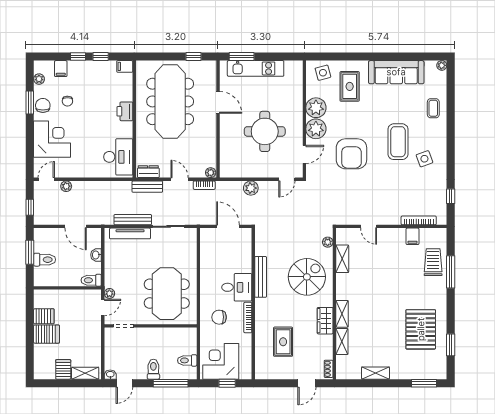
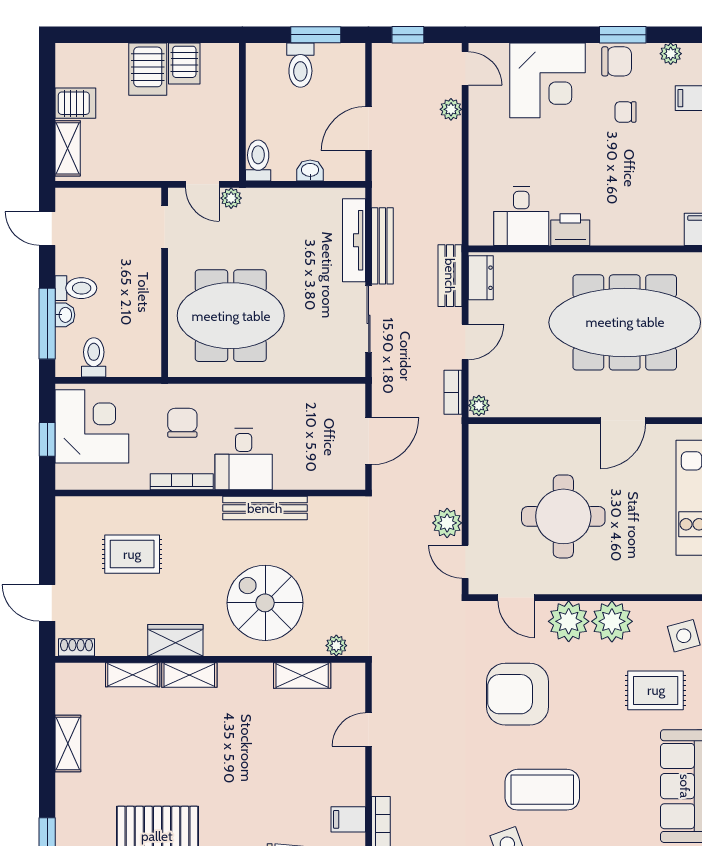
printer: (125, 111) -> (570, 230), moved
desk: (118, 157) -> (521, 216), width x0.73
plant: (251, 188) -> (447, 523), moved
spiral stairs: (307, 277) -> (265, 603), turned 180
washbasin: (110, 375) -> (65, 315), moved

